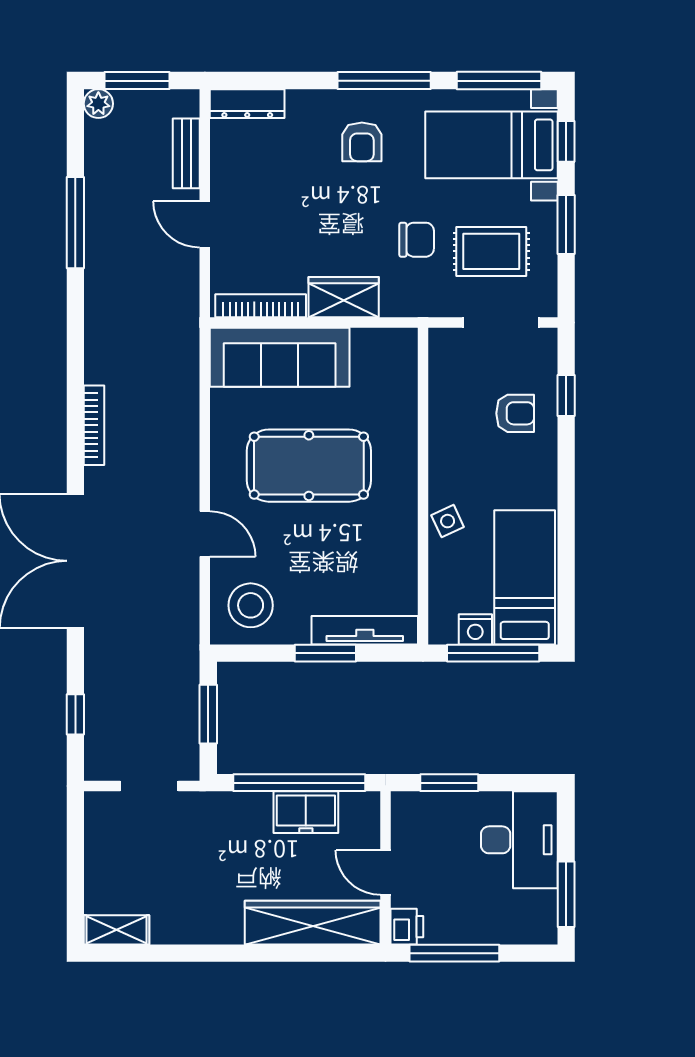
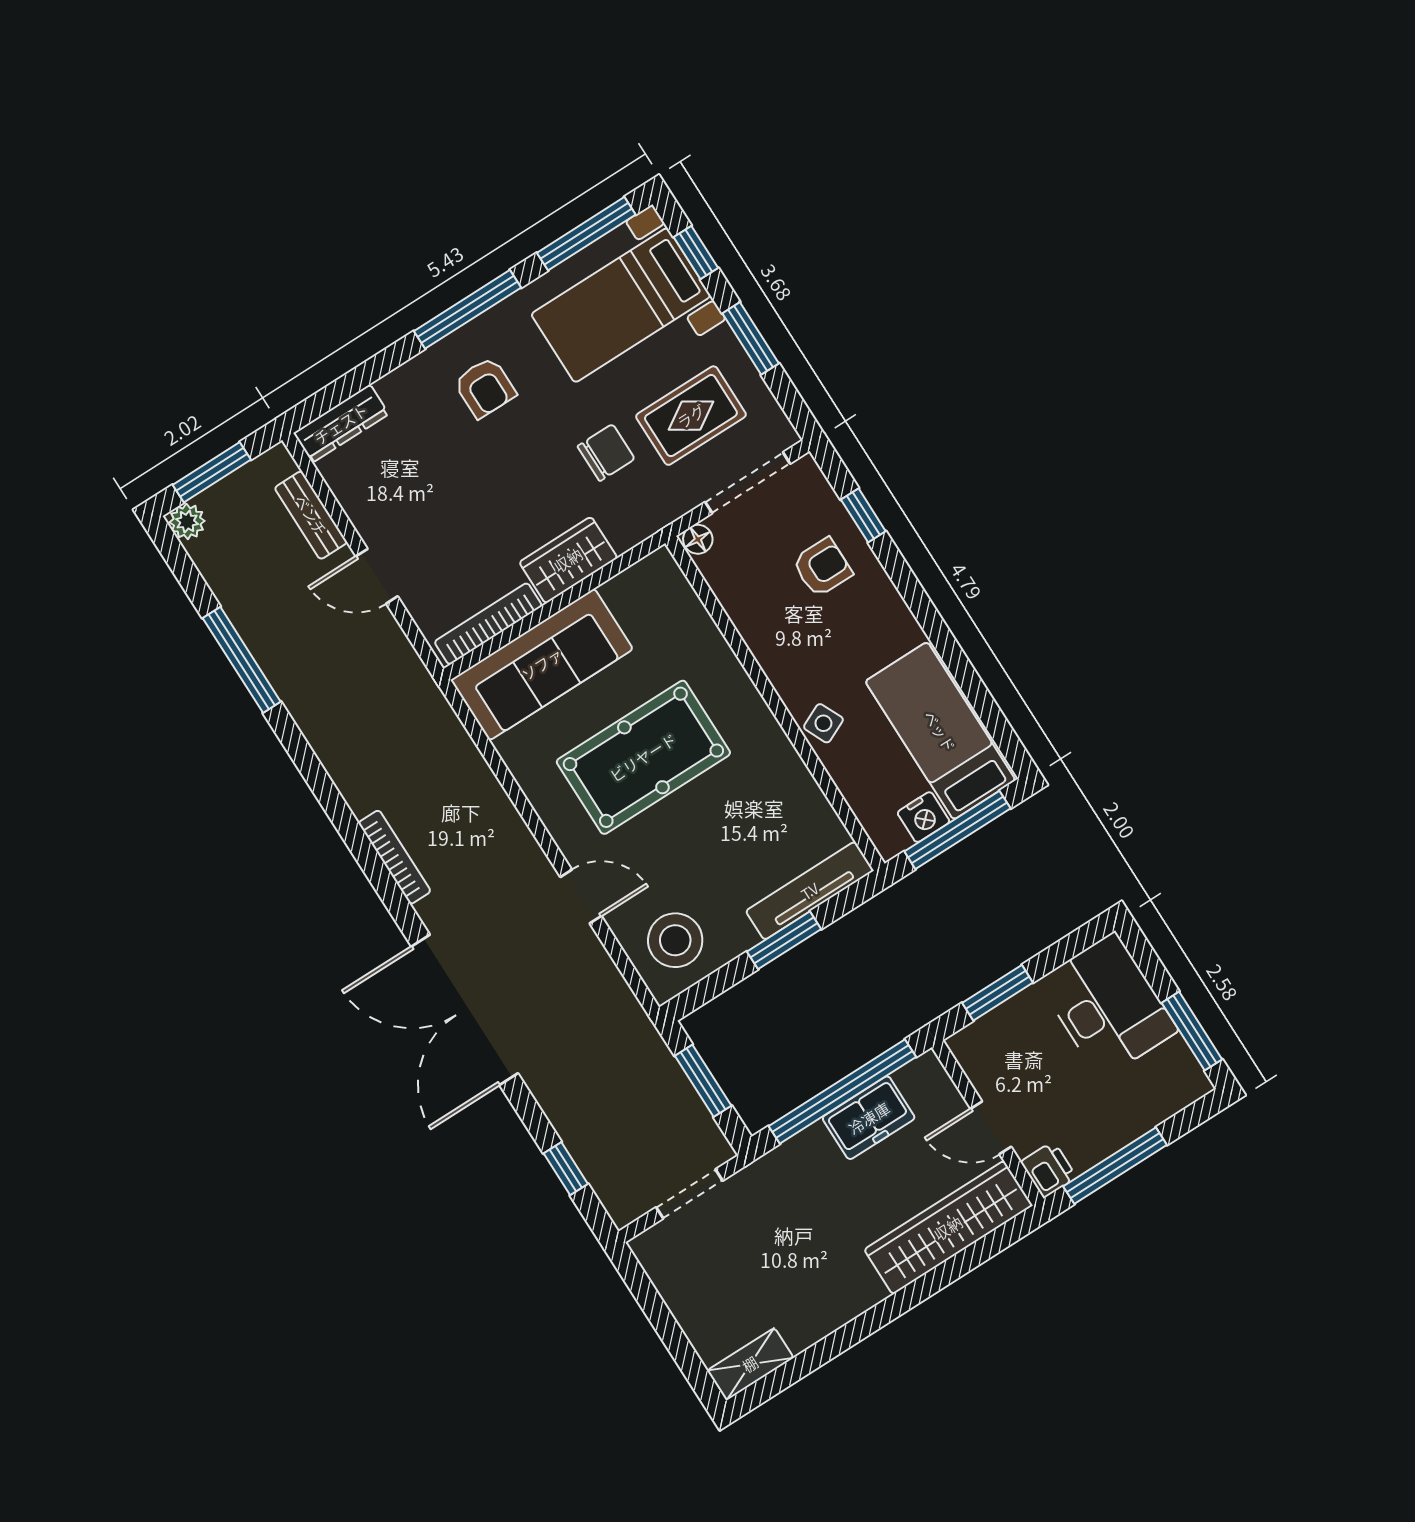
floor lamp: (442, 339) -> (698, 539), added

